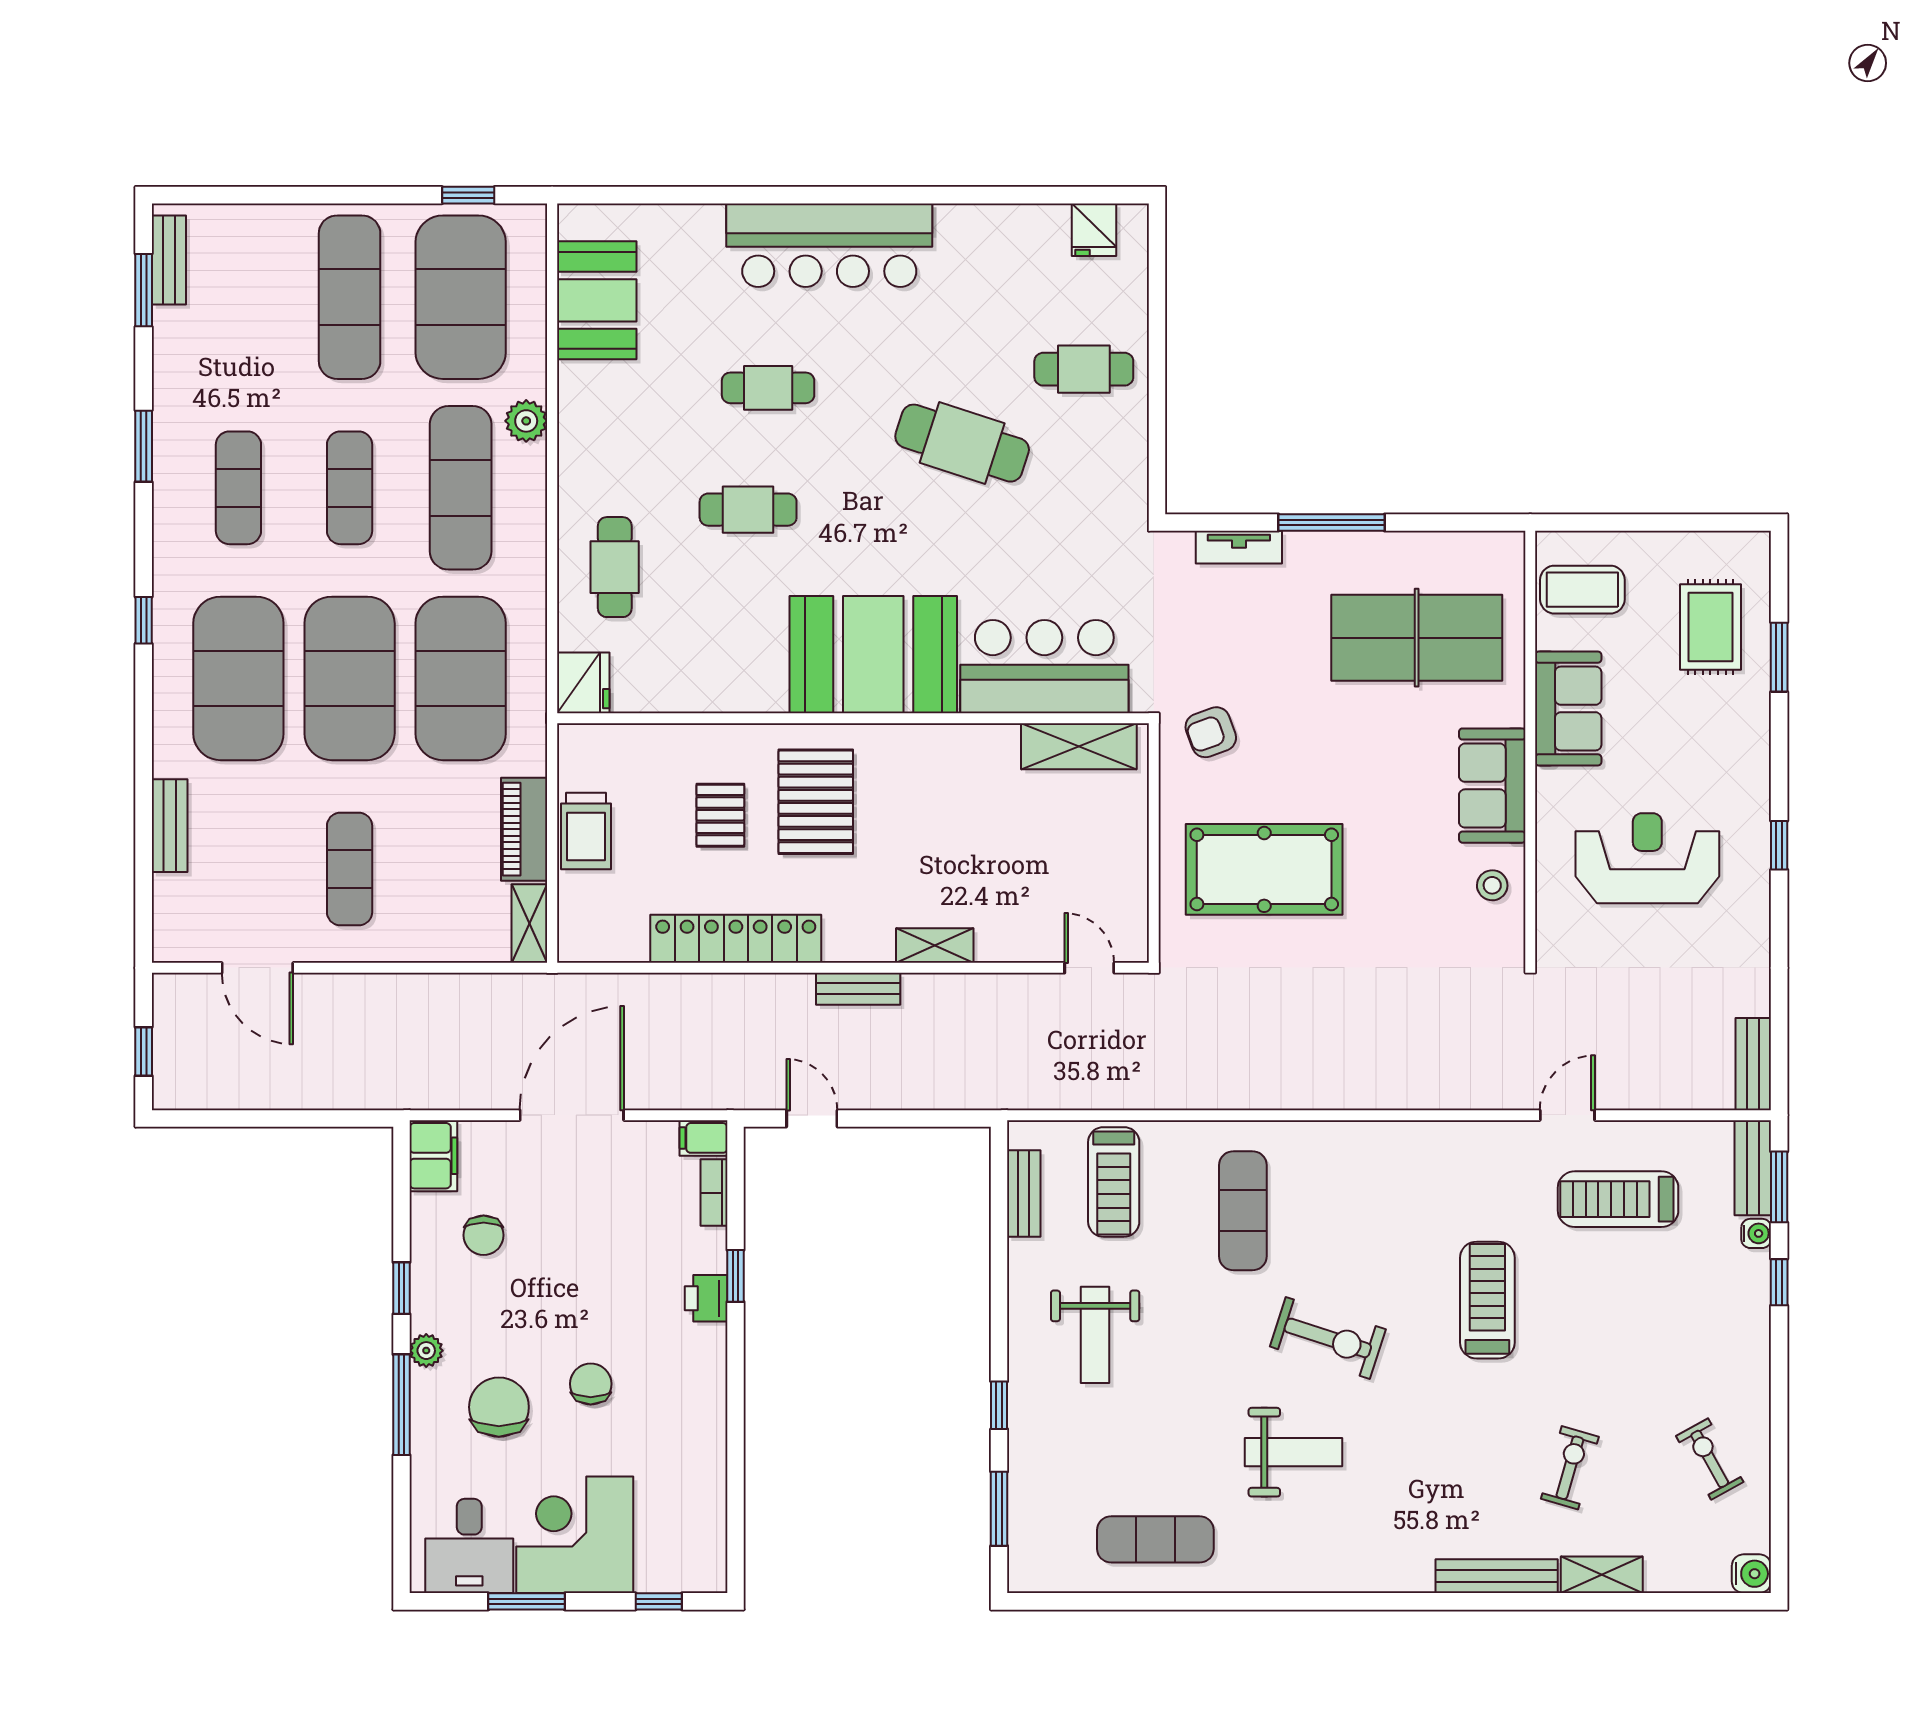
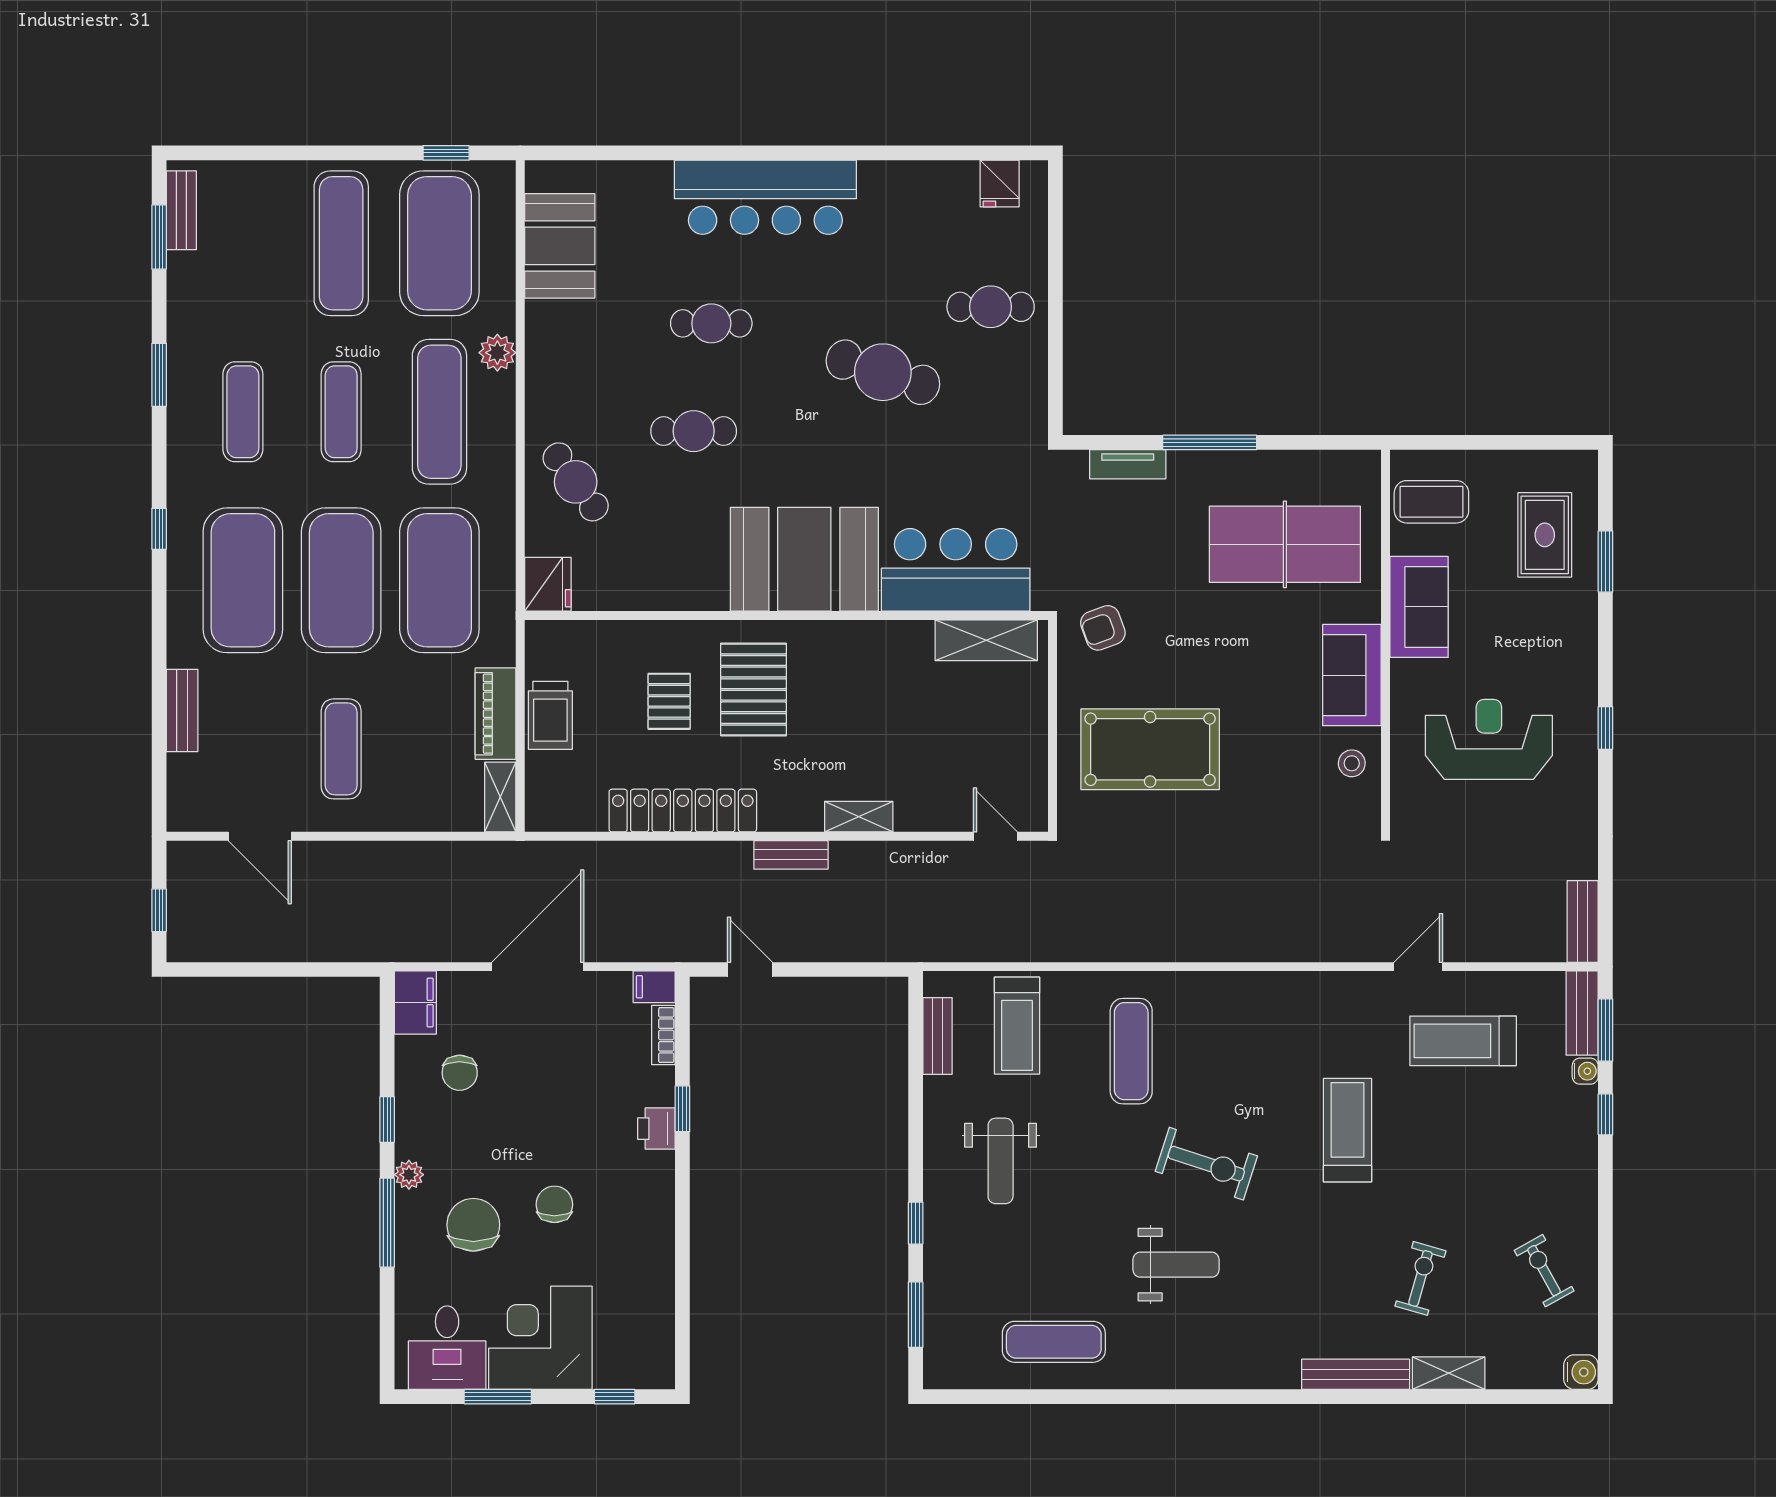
cafe table: (615, 567) -> (576, 482), turned -36

